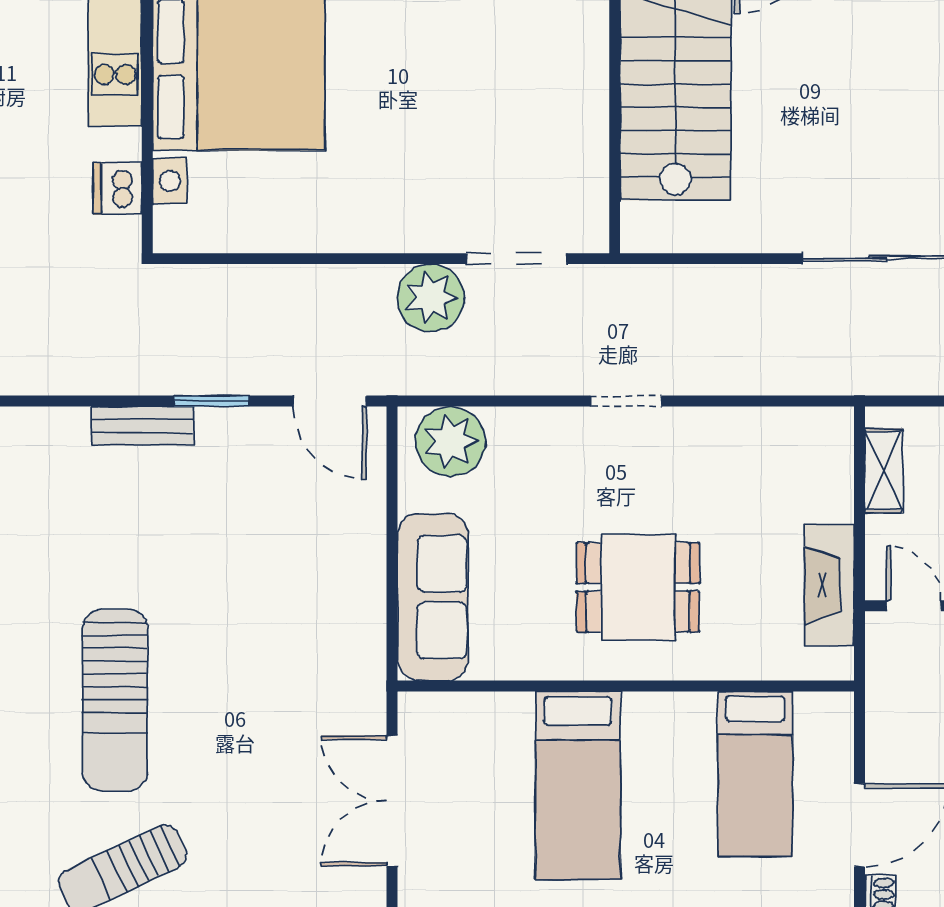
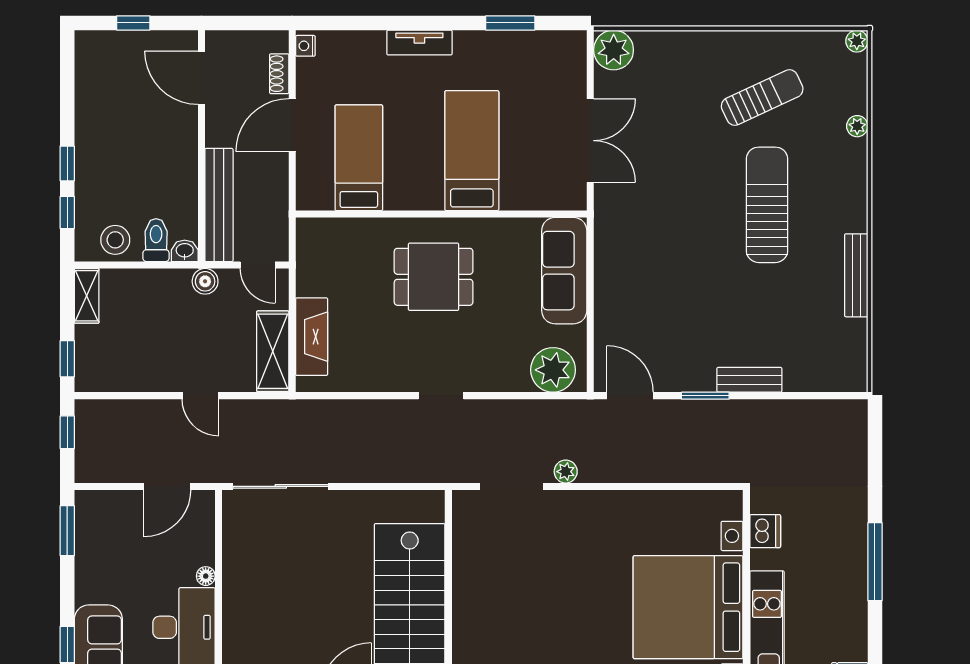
plant: (431, 298) -> (566, 472), width x0.53, depth x0.53
shelving: (884, 471) -> (273, 351), width x1.50, depth x1.33
fireplace: (829, 585) -> (312, 337), moved

